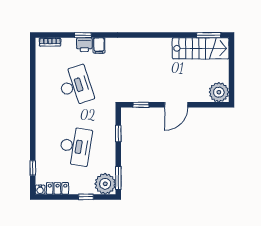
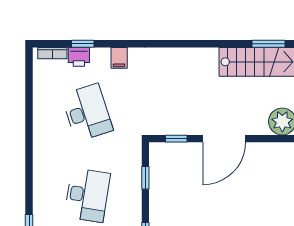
window: (83, 35) -> (83, 44), moved
printer: (84, 45) -> (79, 57), moved
door: (176, 105) -> (224, 139), width x1.36

